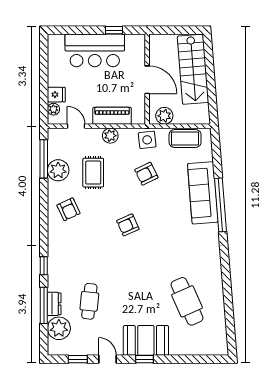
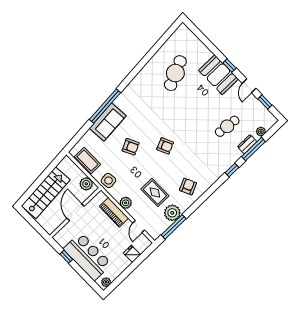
plant: (53, 109) -> (106, 282), moved
rug: (93, 173) -> (155, 192), turned 90
armchair: (146, 174) -> (131, 147), moved
sofa: (203, 193) -> (108, 122), width x0.73
plant: (59, 328) -> (261, 132), width x0.53, depth x0.53

